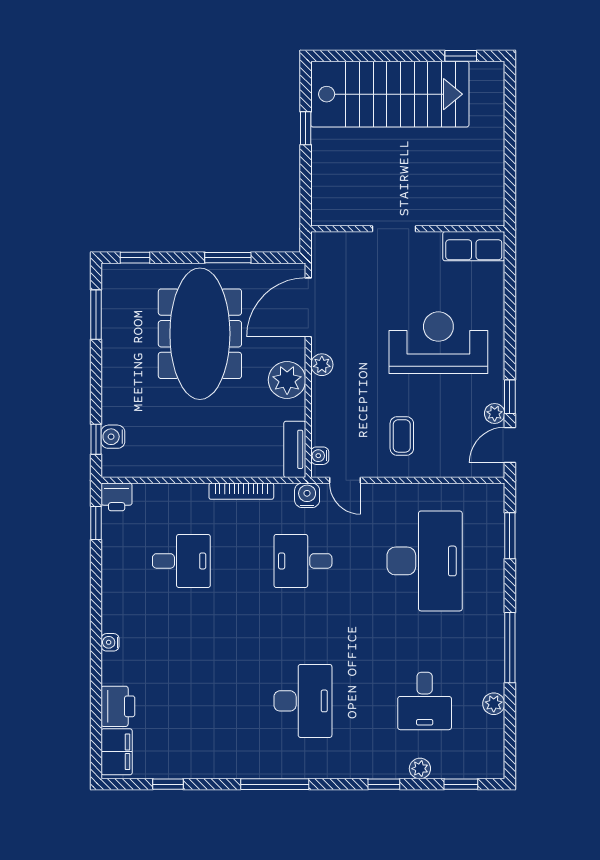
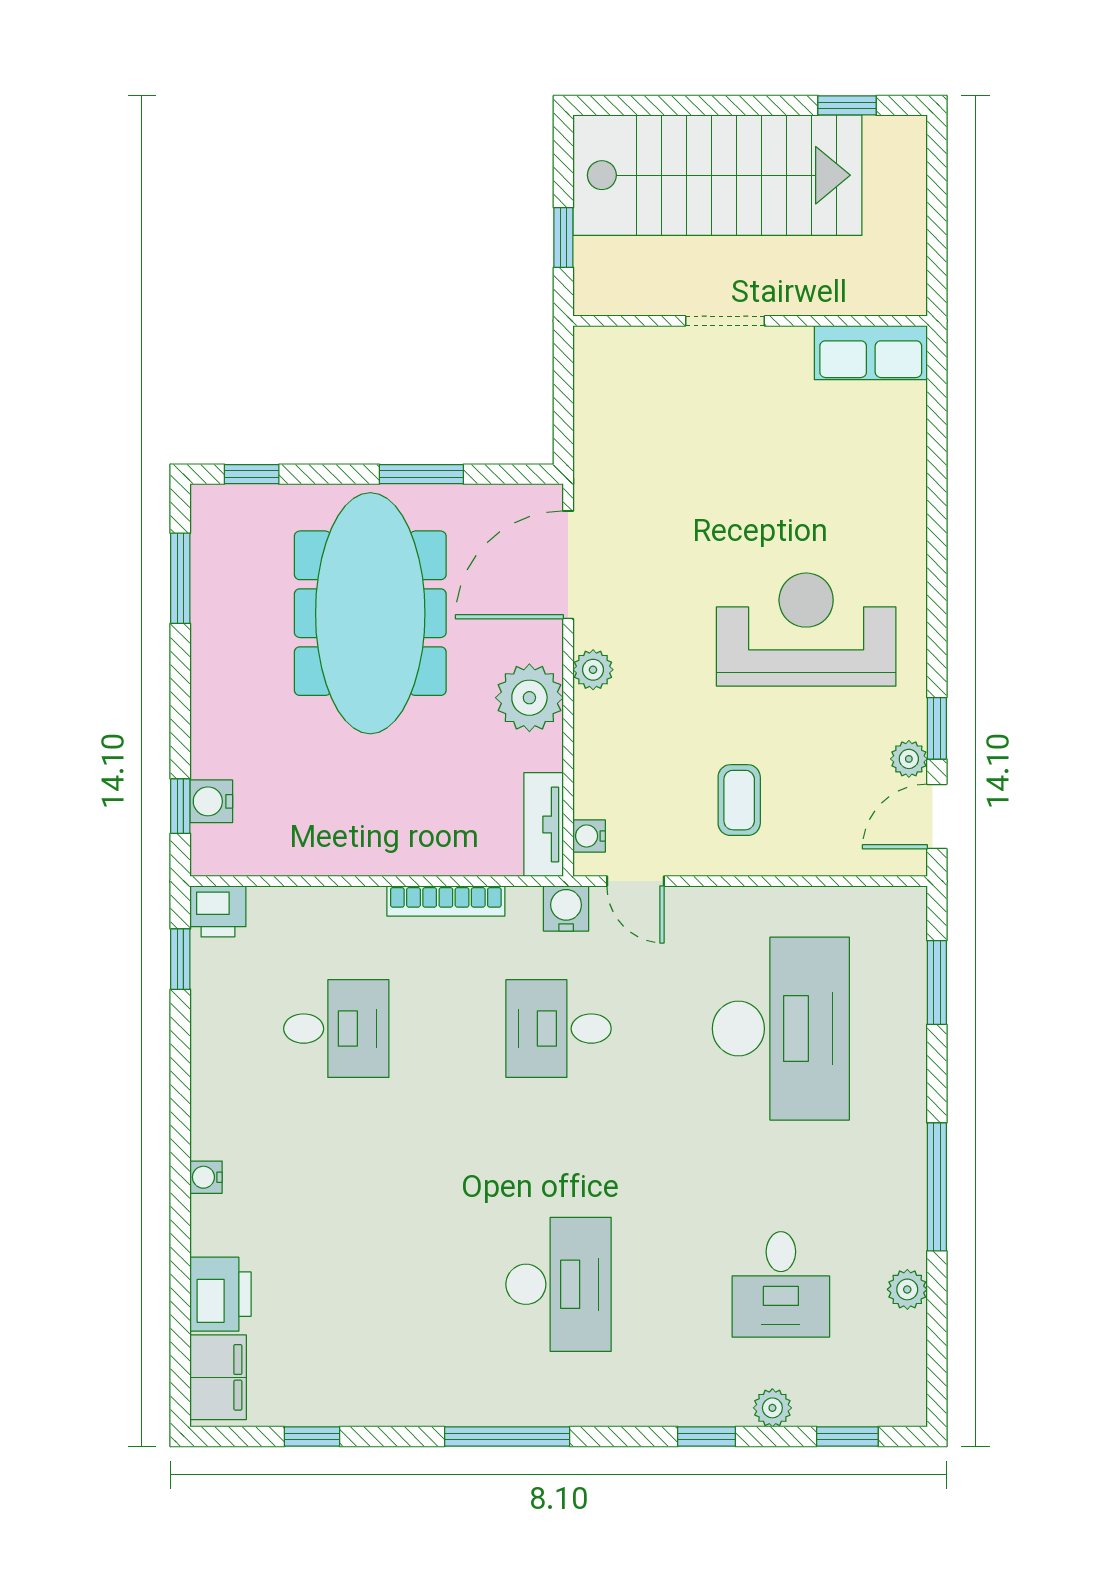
doorway: (394, 229) -> (725, 321), moved
wall: (408, 229) -> (750, 321), moved
row of seats: (474, 246) -> (871, 353), moved

